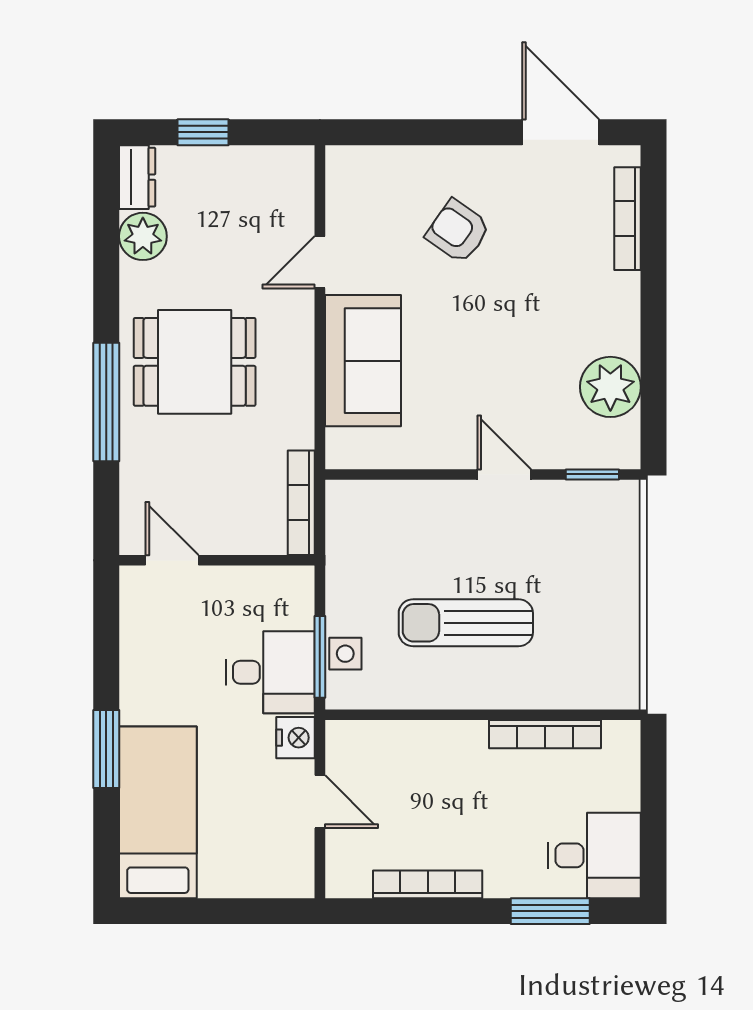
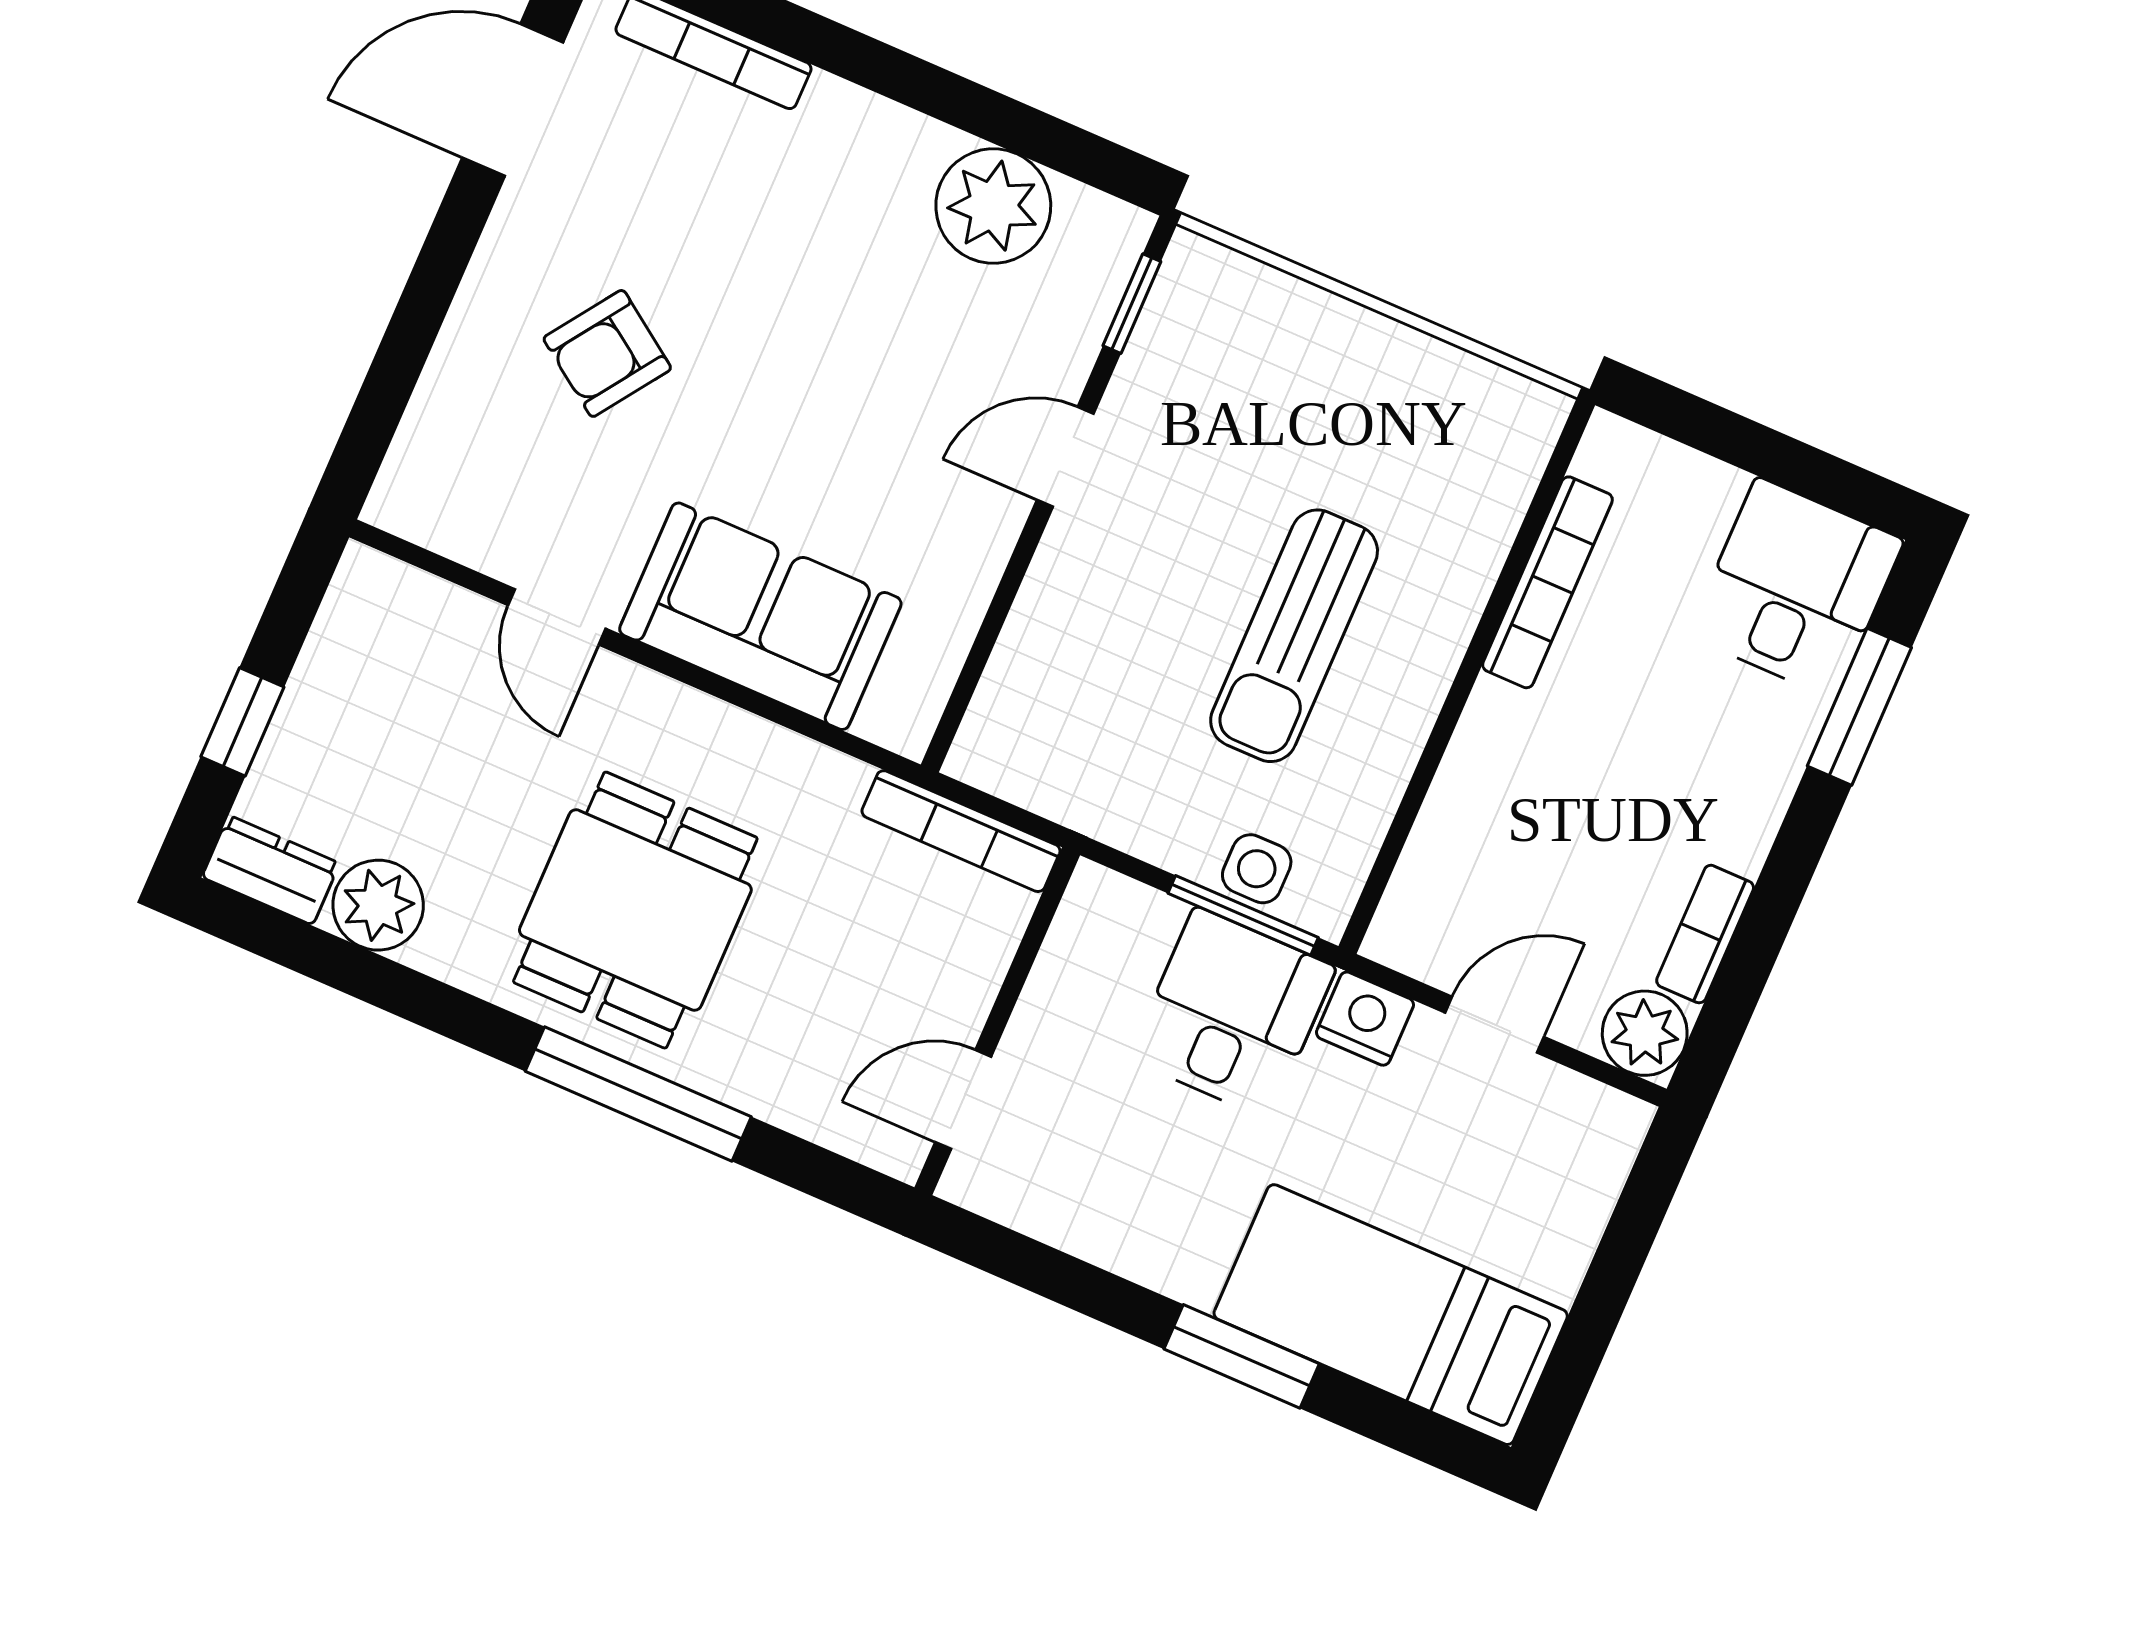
plant: (347, 876) -> (1645, 1033), added
bookcase: (428, 884) -> (1705, 934), width x0.64

